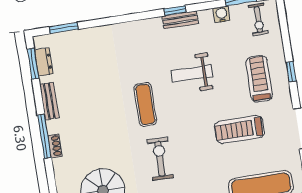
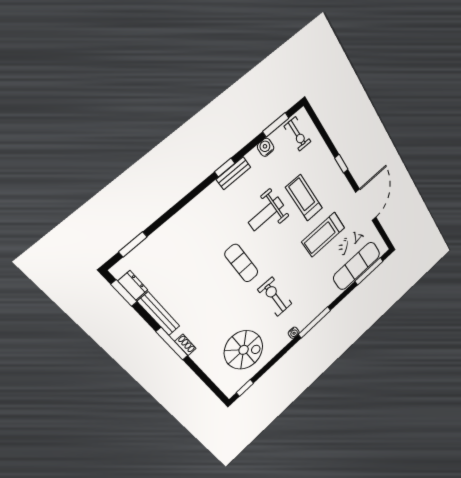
treadmill: (259, 79) -> (304, 198), moved
bench: (49, 101) -> (159, 314), width x1.36

